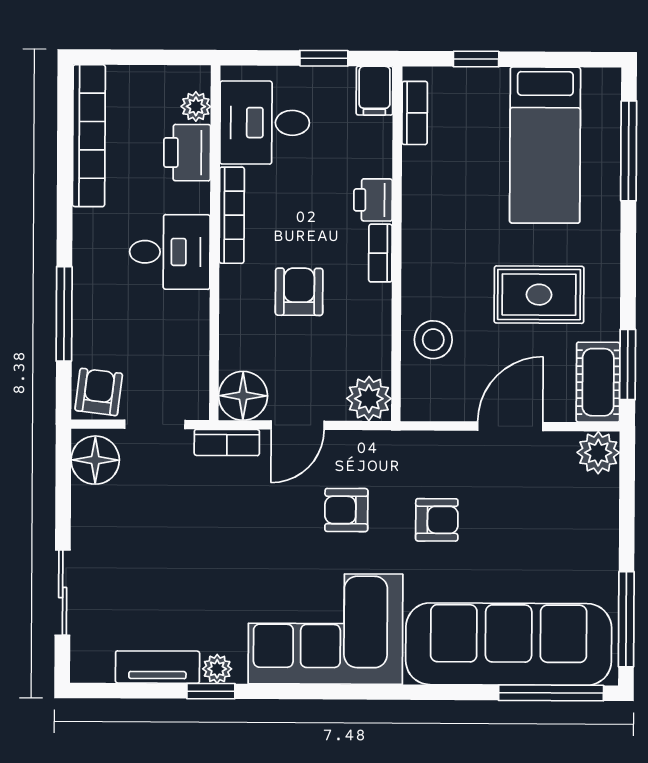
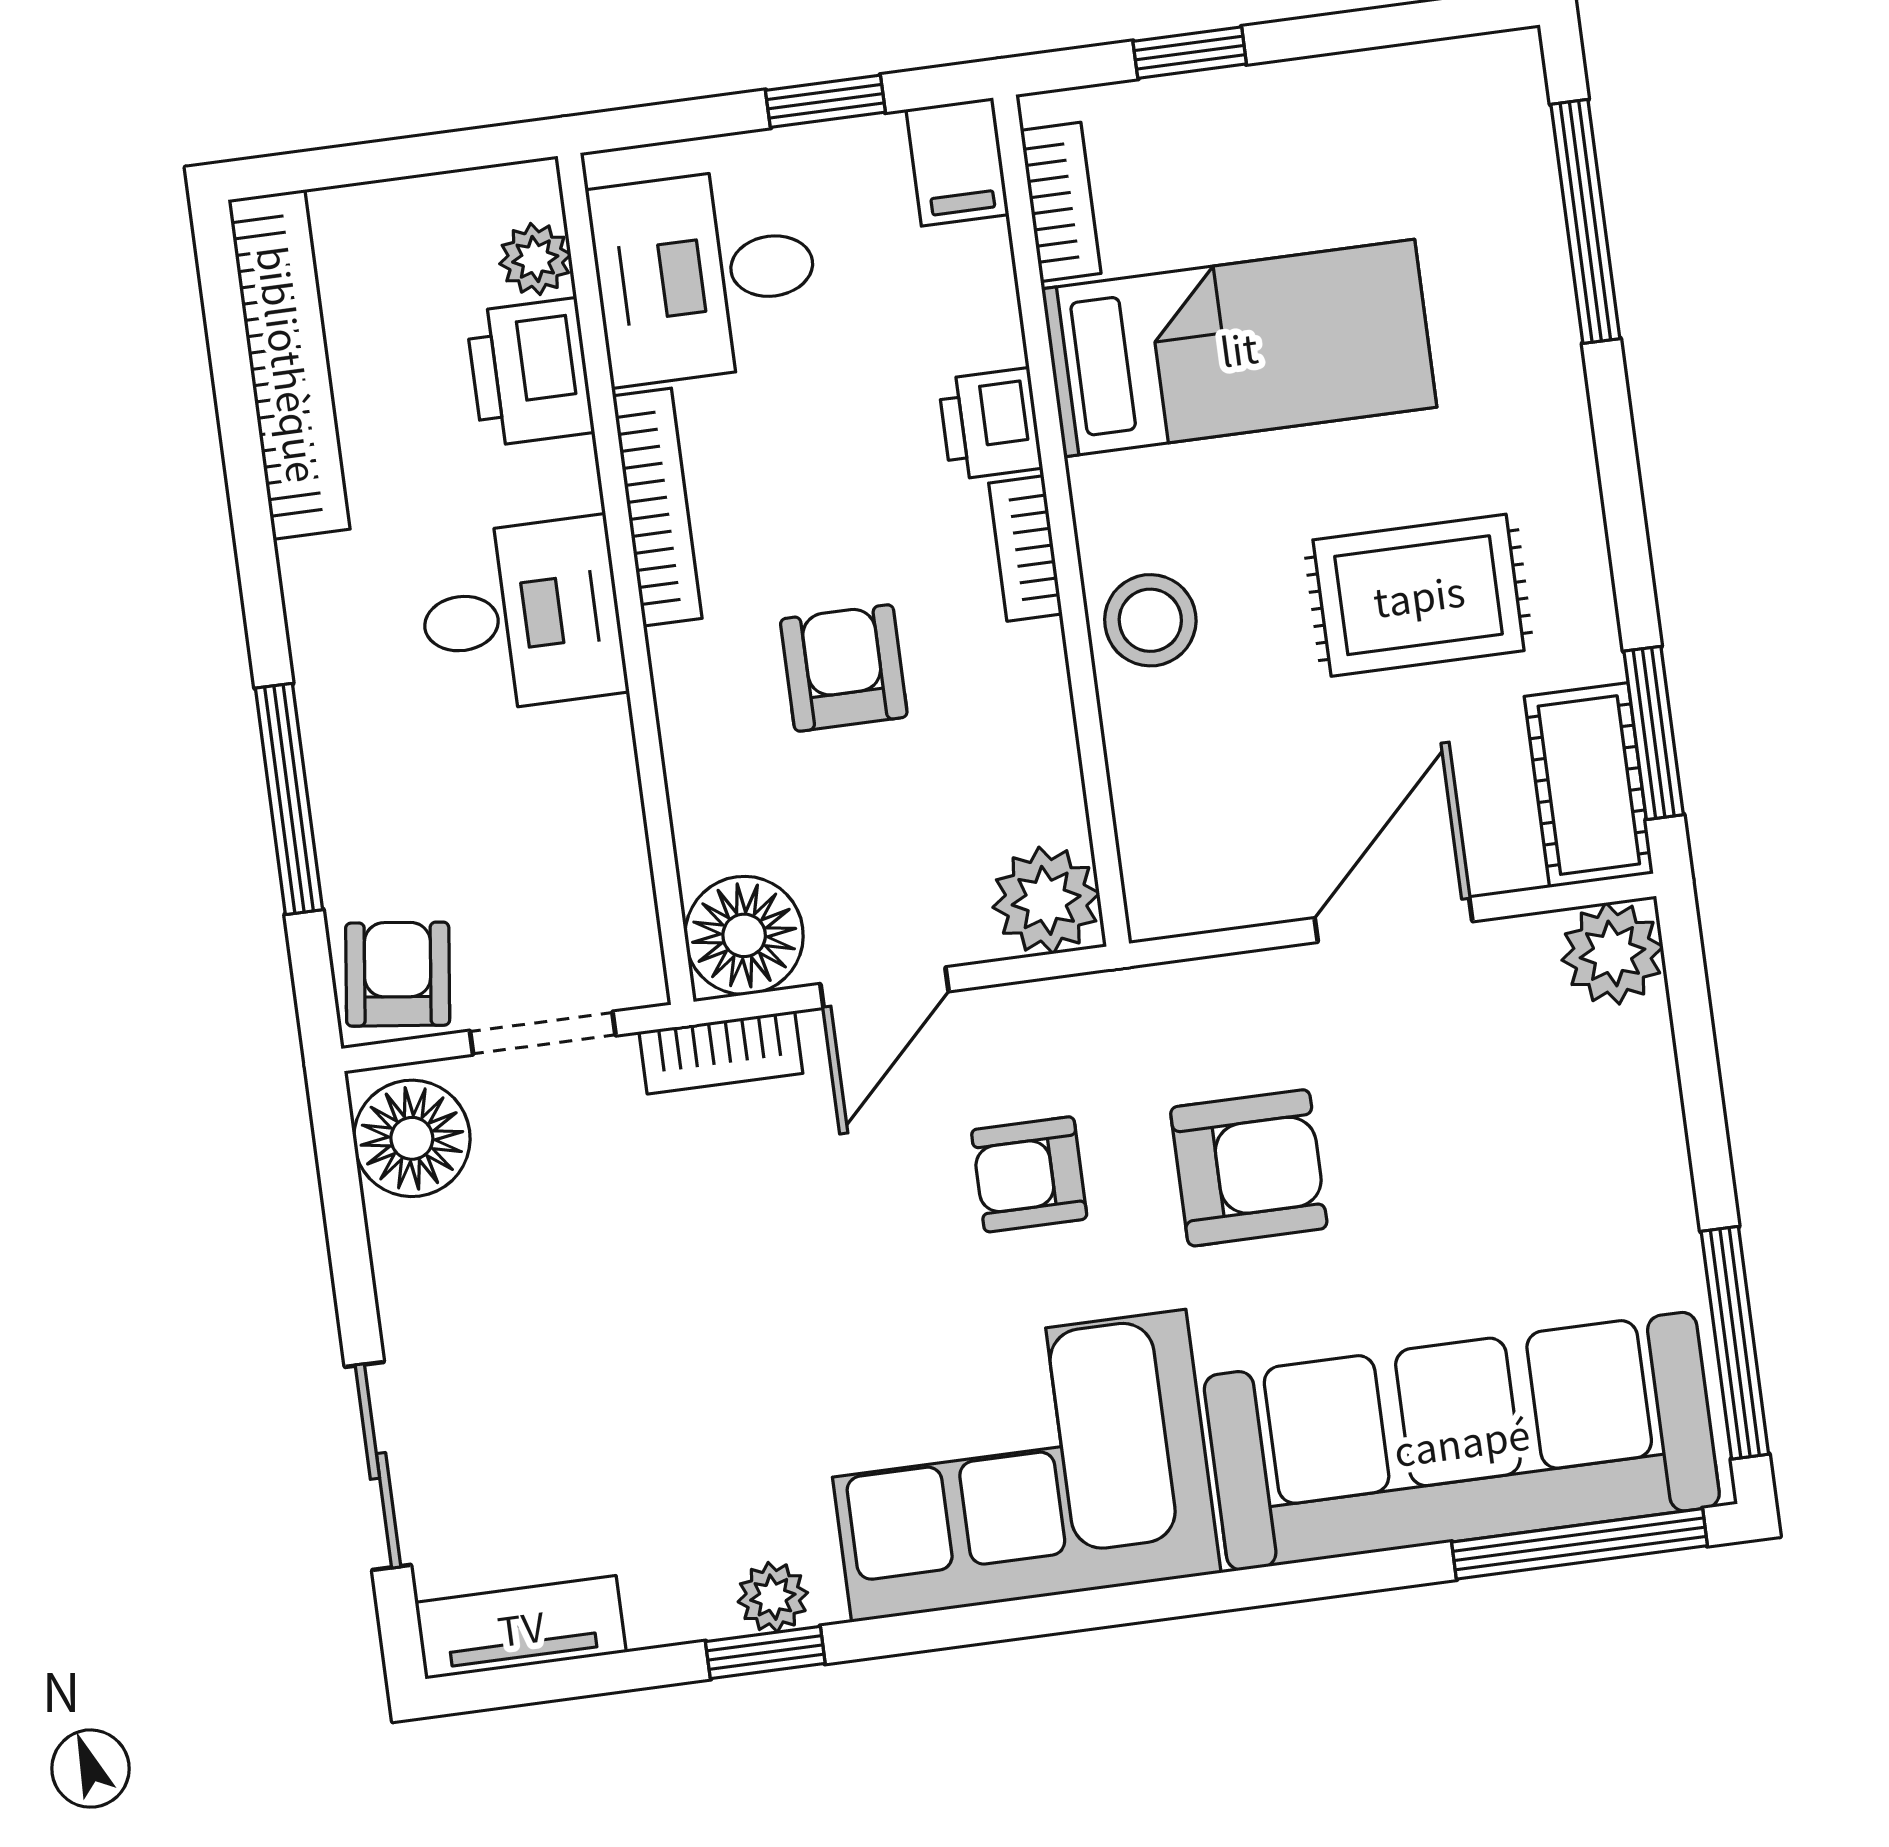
bed: (545, 145) -> (1239, 348), moved, turned -90
stool: (433, 340) -> (1150, 620), moved
armchair: (437, 520) -> (1249, 1168), width x1.38, depth x1.38
tv unit: (157, 667) -> (521, 1627), moved

